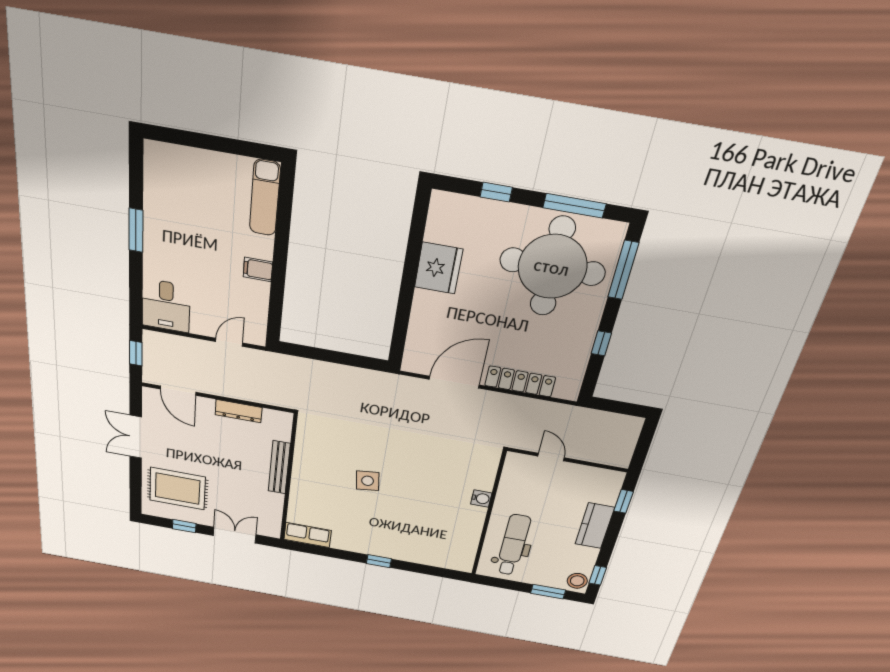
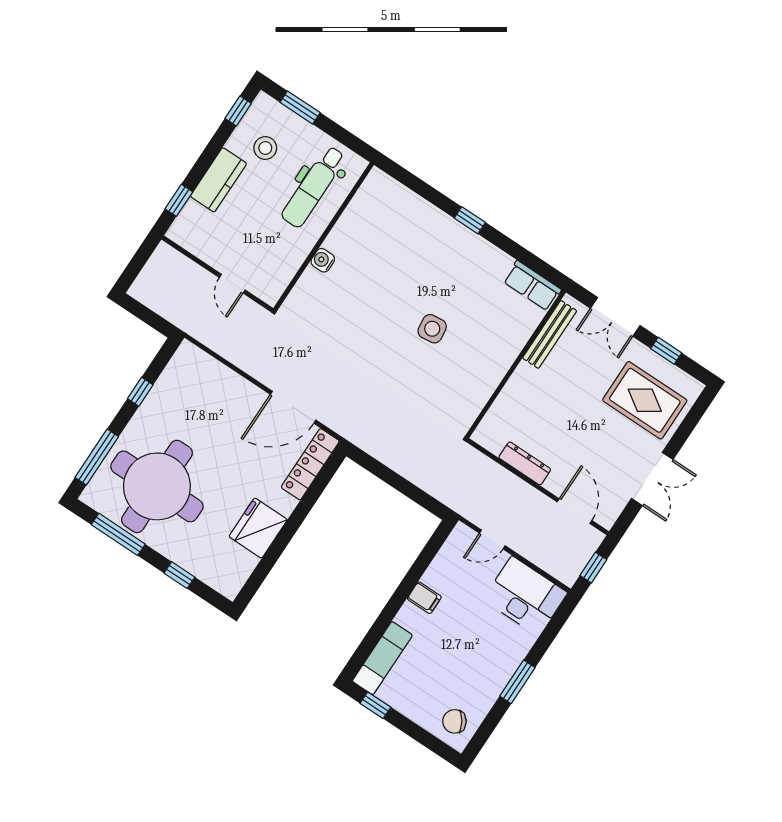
window: (247, 149) -> (375, 705), added
chair: (168, 168) -> (454, 721), added
desk: (166, 306) -> (525, 596), width x1.37
locker: (520, 381) -> (310, 464), moved, turned 90
bench: (279, 467) -> (550, 334), moved
stool: (577, 581) -> (265, 148), moved

